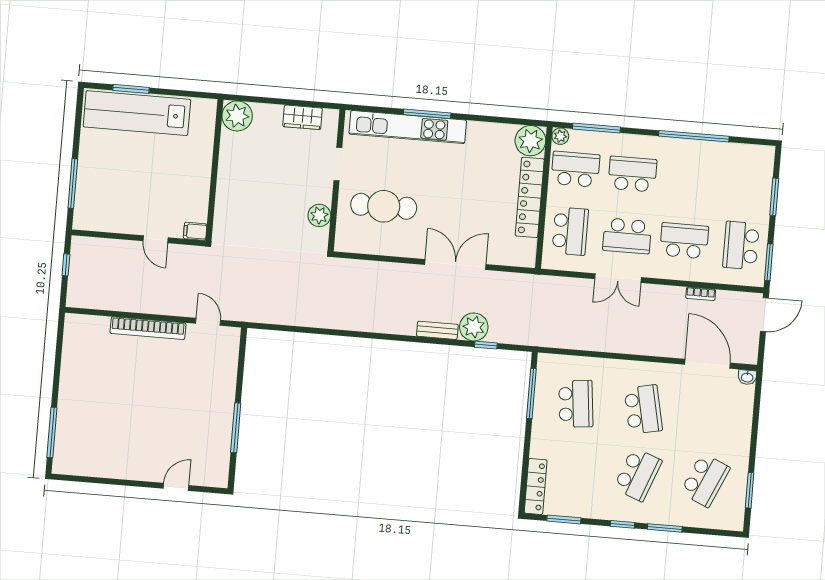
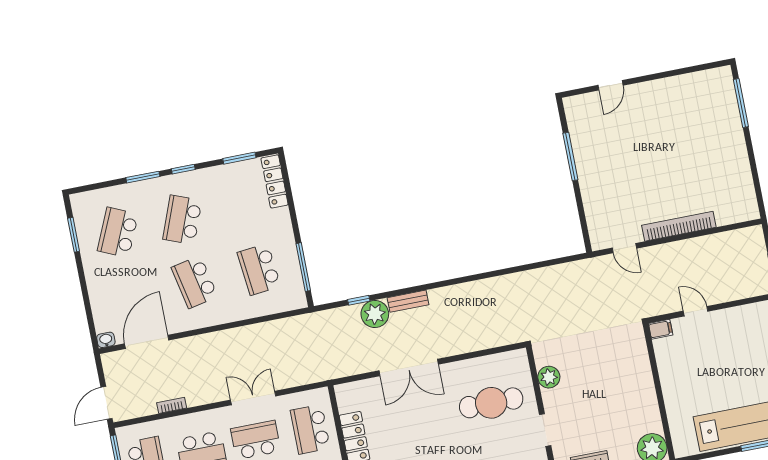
door: (707, 364) -> (147, 342), swing flipped

